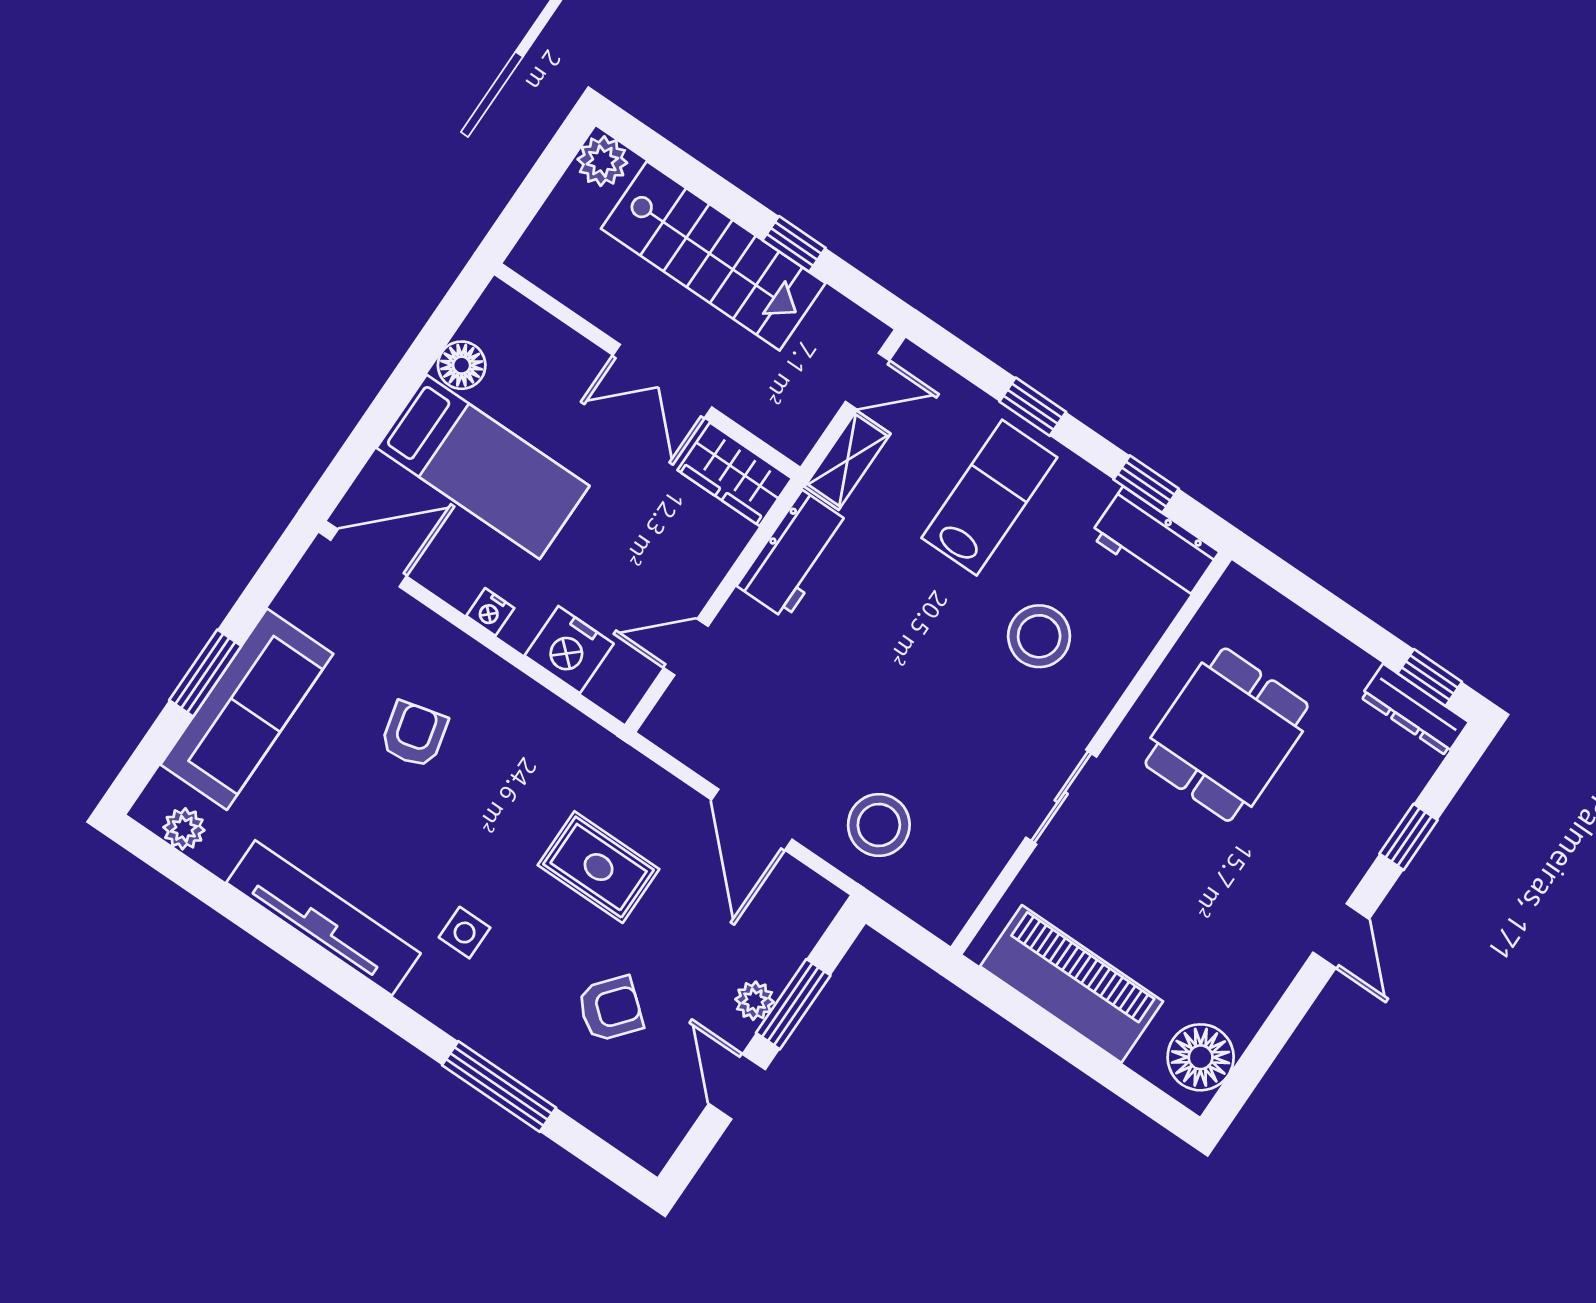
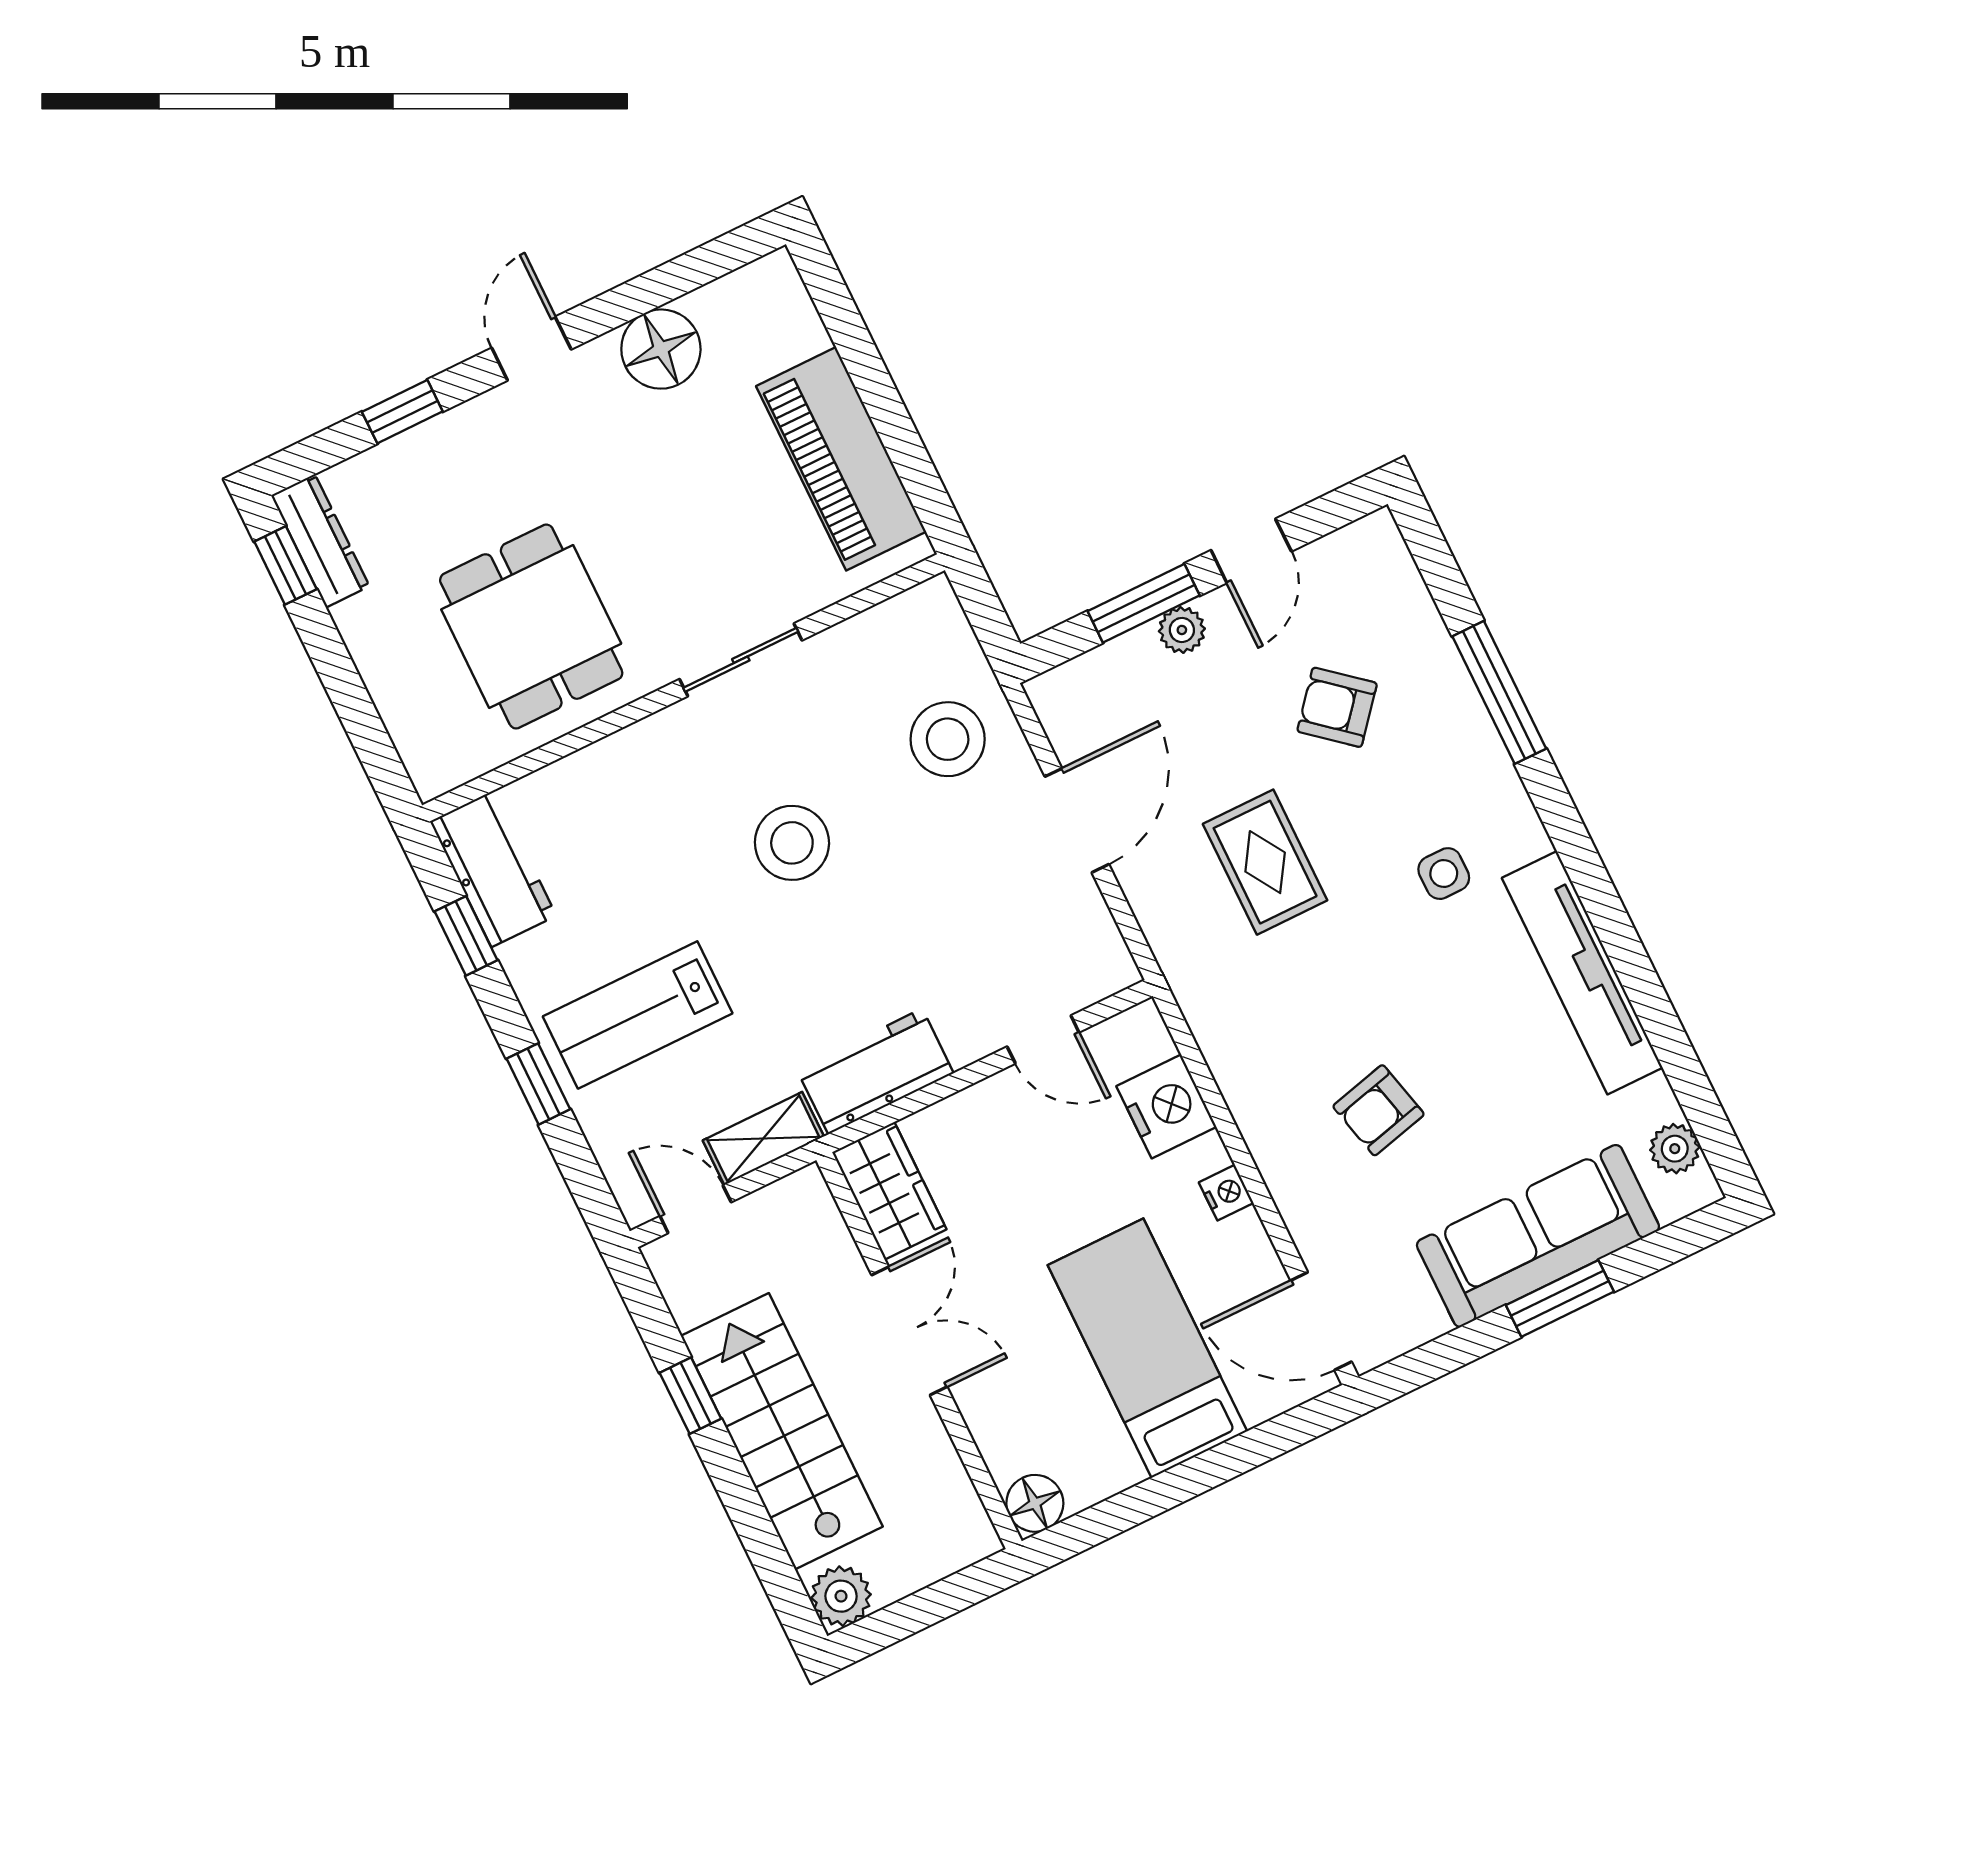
floor lamp: (462, 365) -> (1035, 1503), moved
stool: (1039, 636) -> (792, 843), moved
dining table: (1227, 735) -> (531, 627), turned 90
floor lamp: (1201, 1057) -> (661, 349), moved

